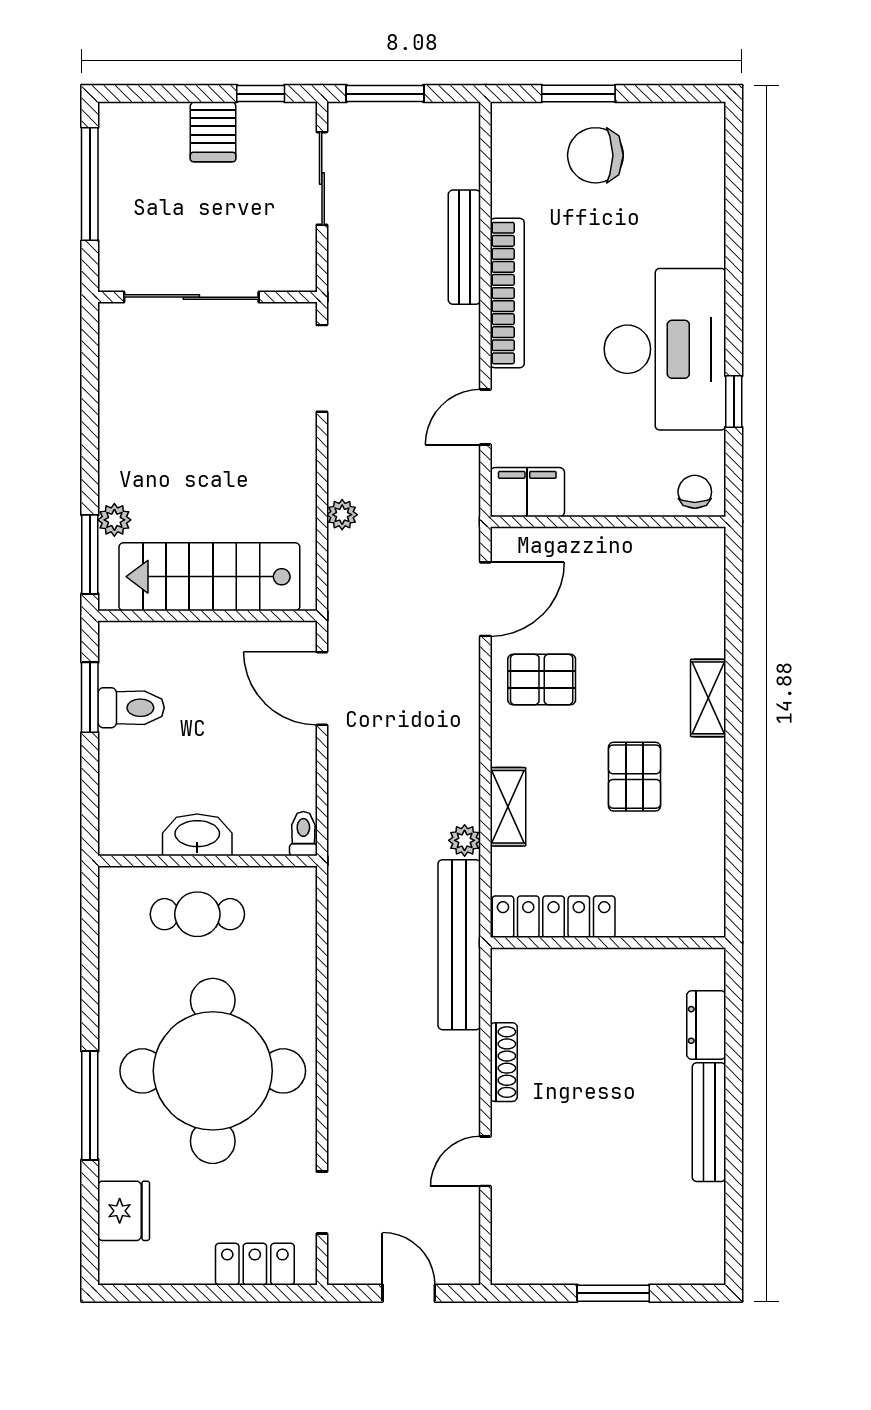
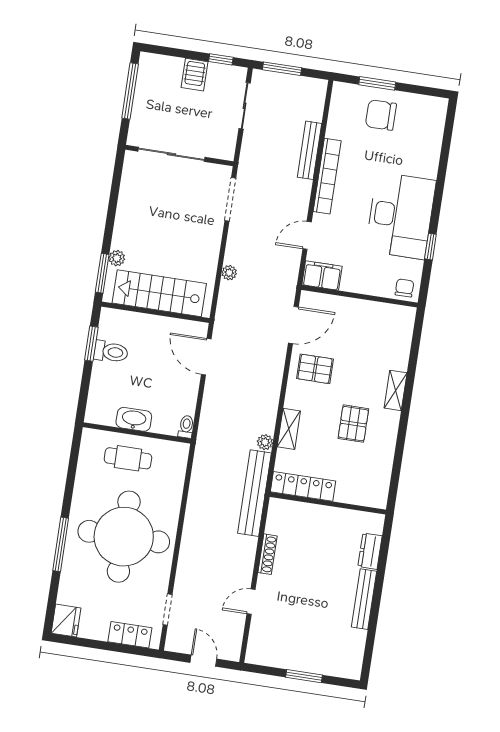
fridge: (124, 1211) -> (66, 621), moved

